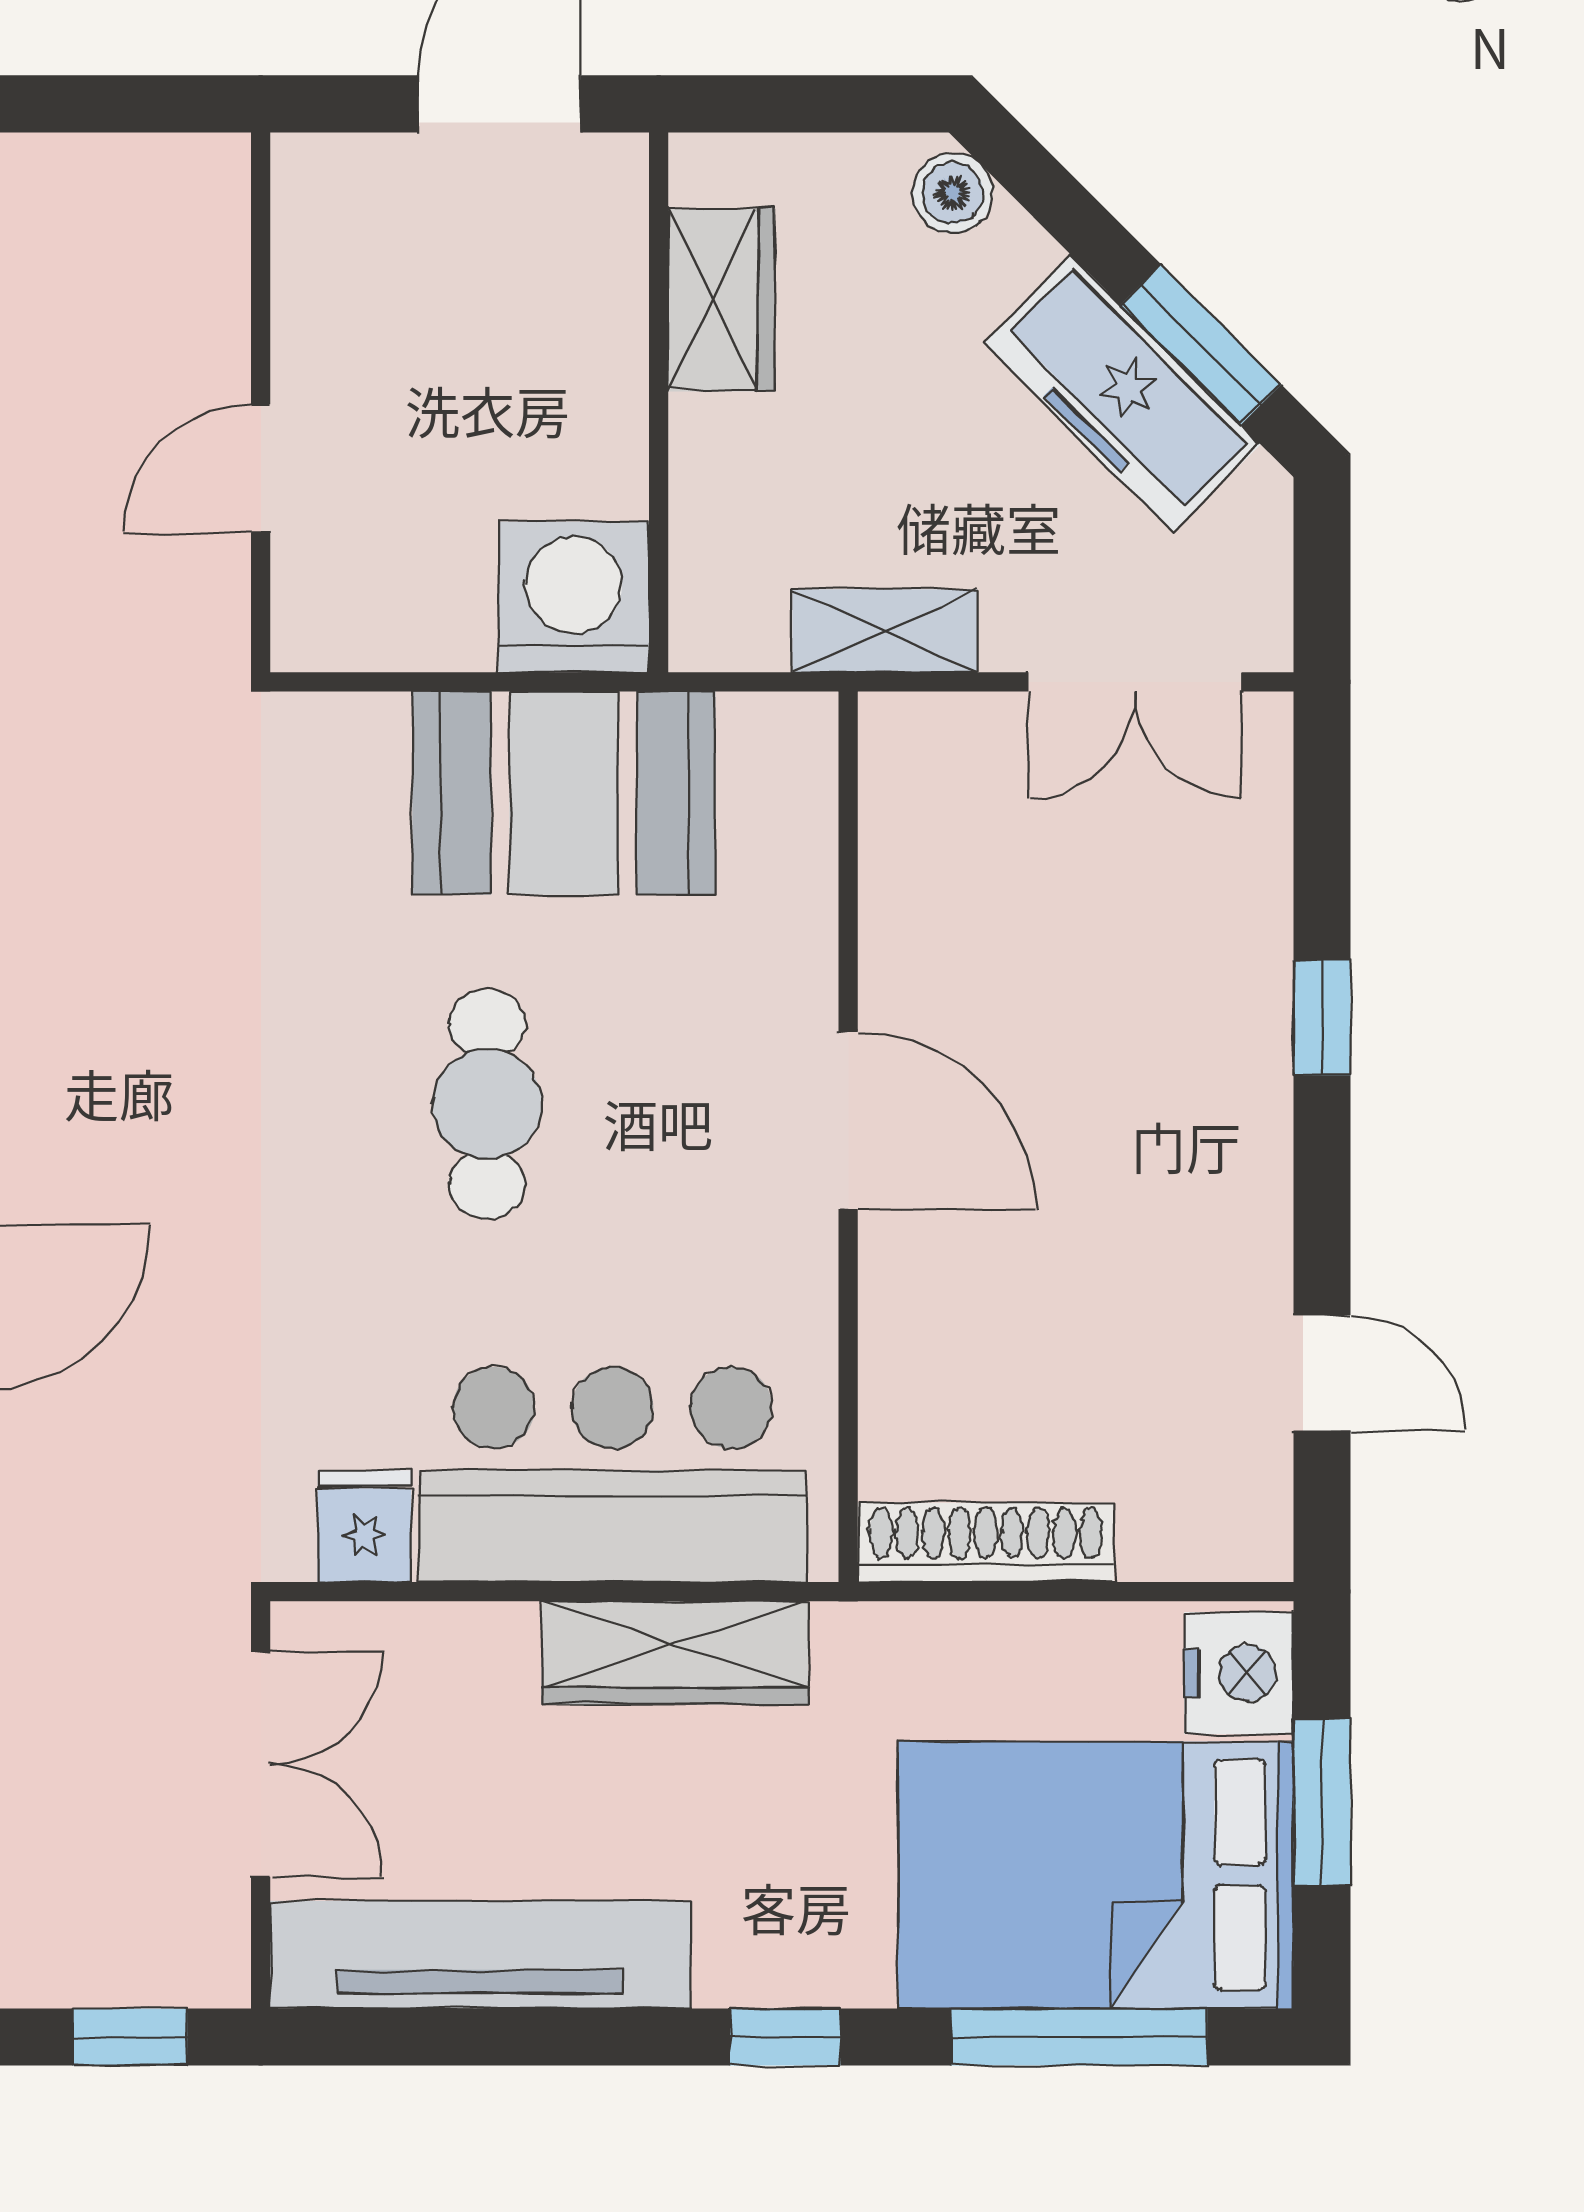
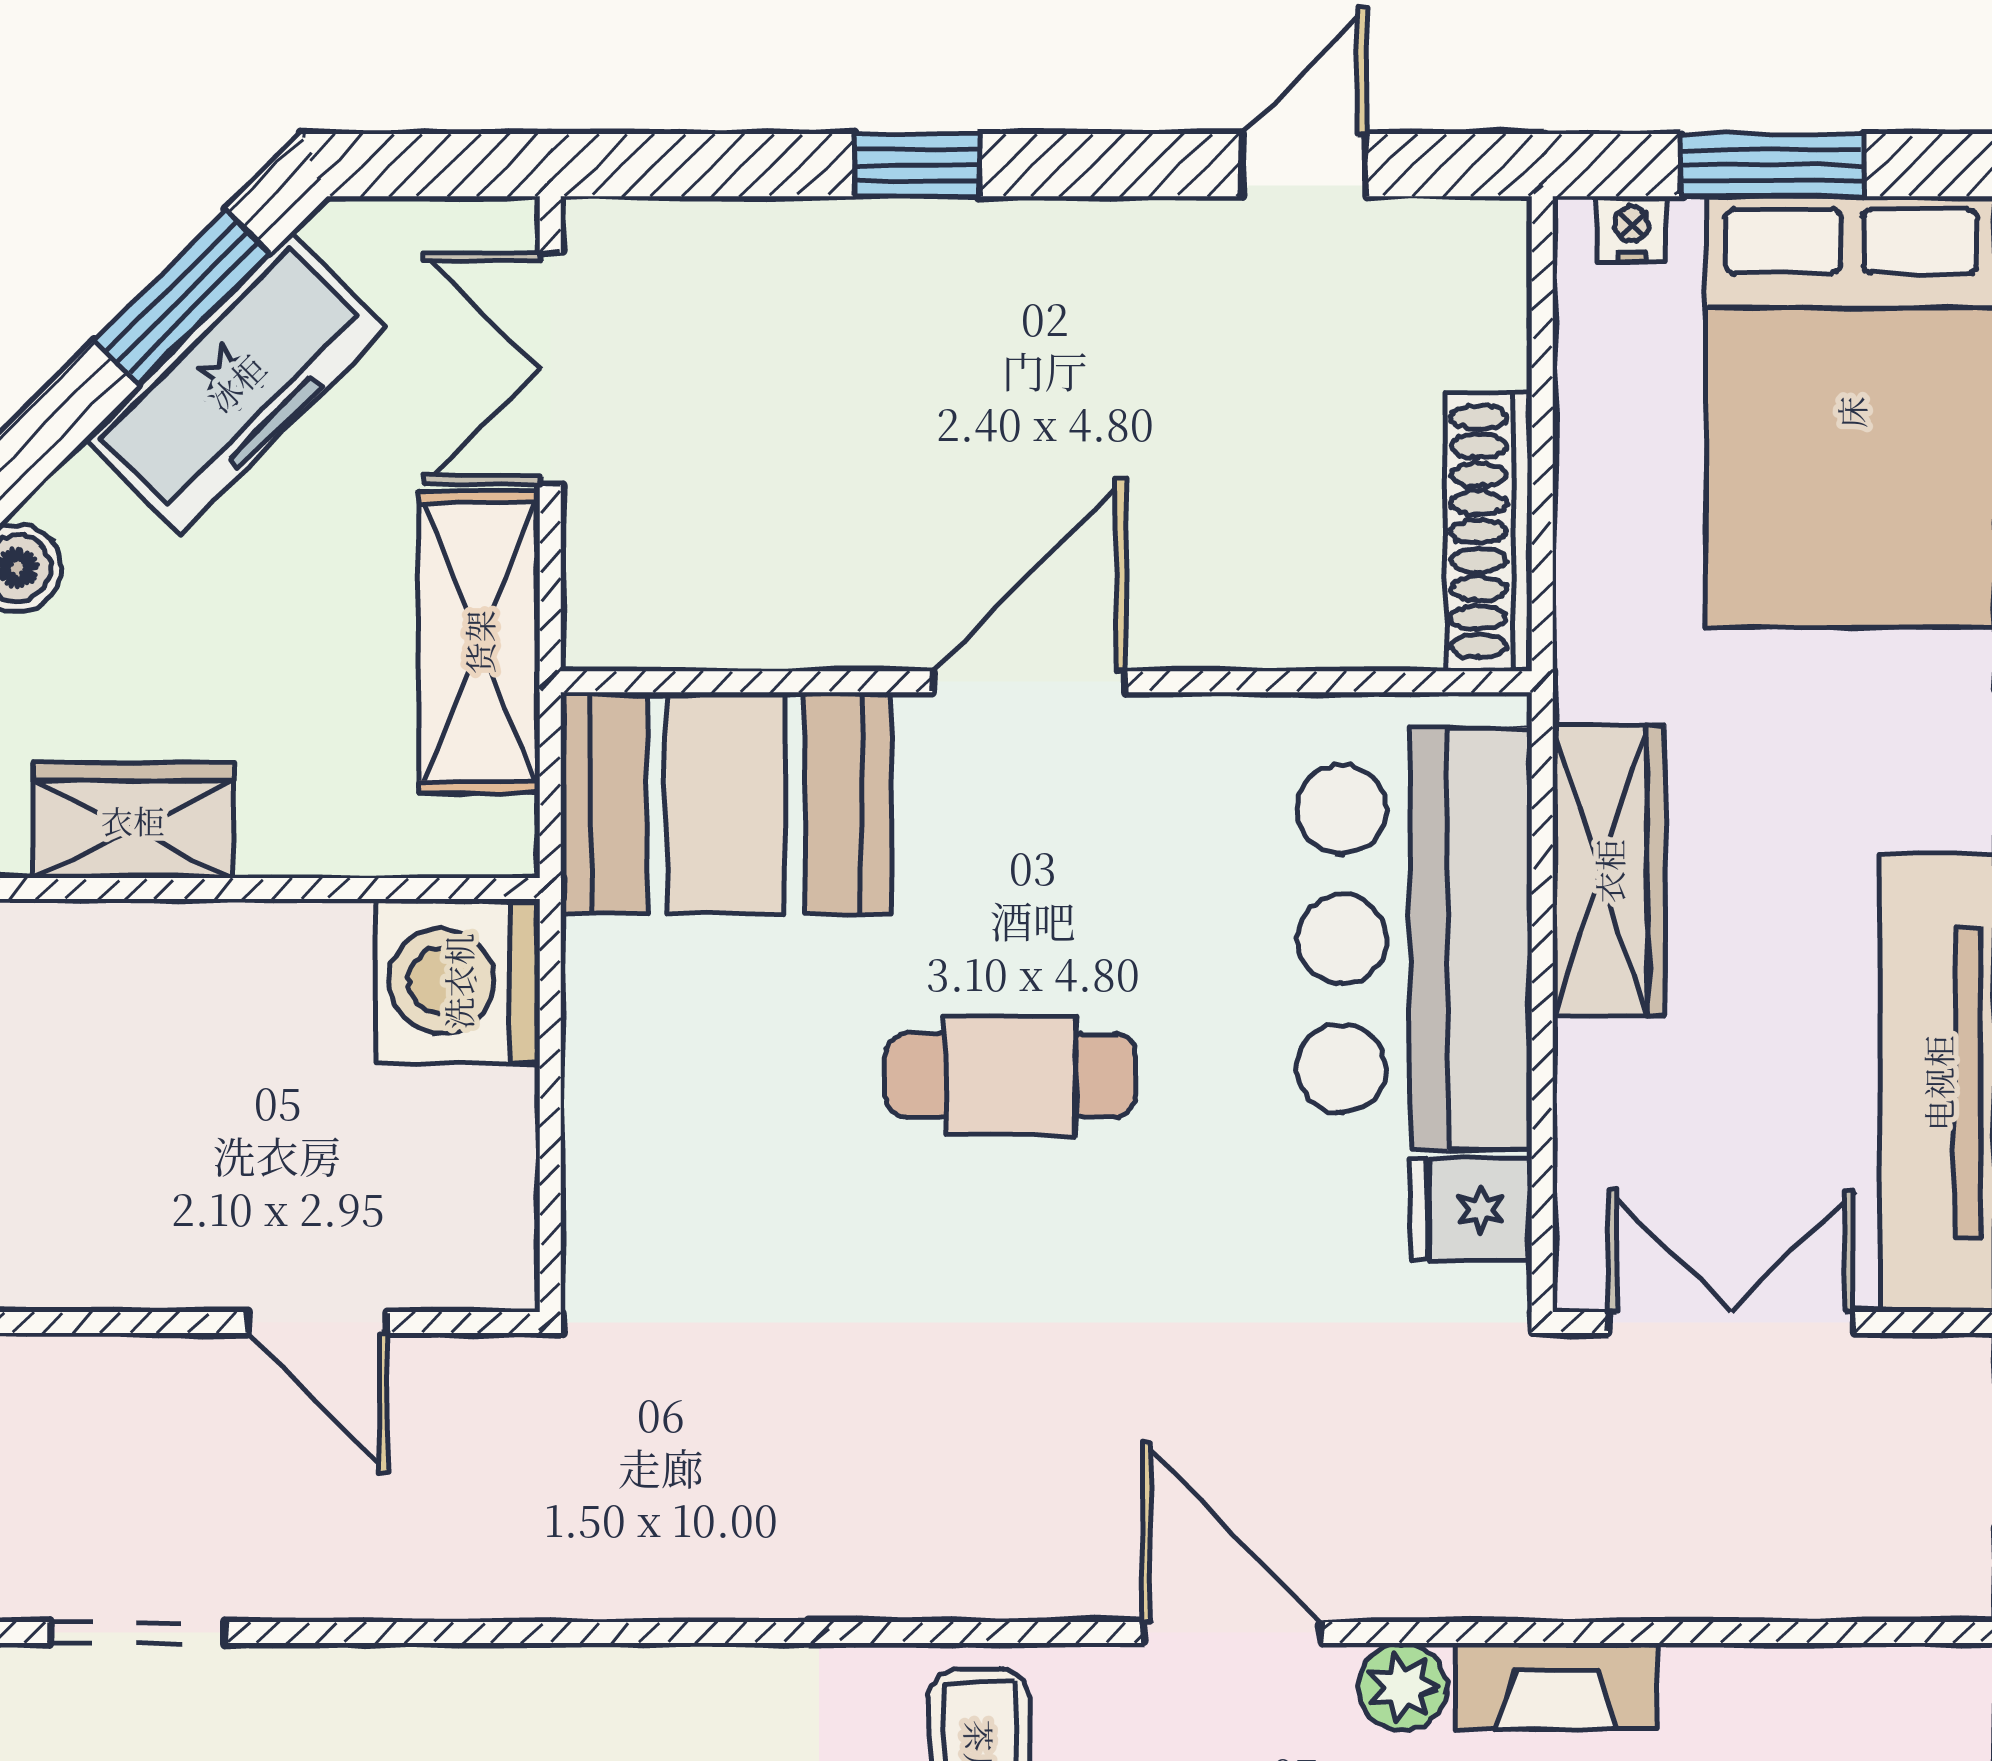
shelving: (885, 631) -> (479, 642), width x1.50, depth x1.33
double door: (1135, 682) -> (550, 369), swing flipped
booth: (564, 793) -> (726, 803), moved, turned 90
nightstand: (1239, 1673) -> (1631, 229), width x0.53, depth x0.56

